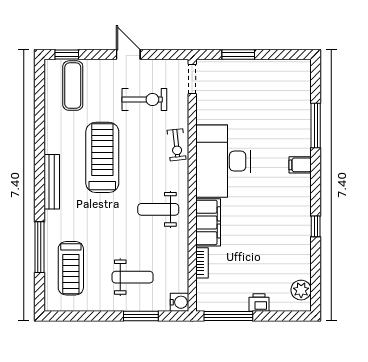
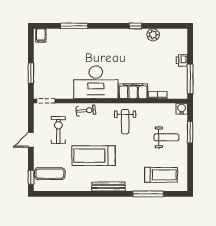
filing cabinet: (300, 165) -> (41, 35), moved
weight bench: (133, 277) -> (166, 137), turned 90
plant: (301, 290) -> (153, 35), moved

